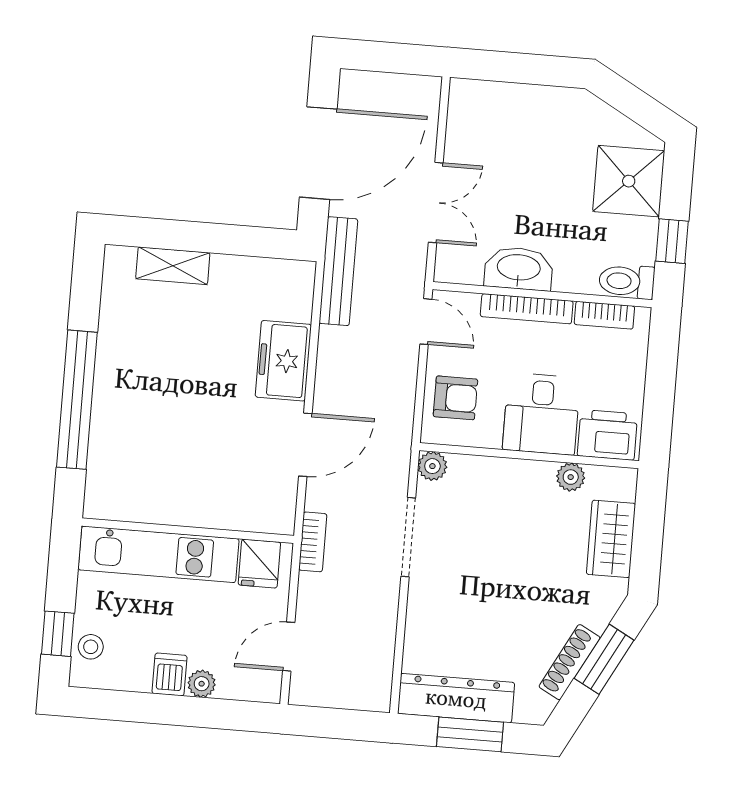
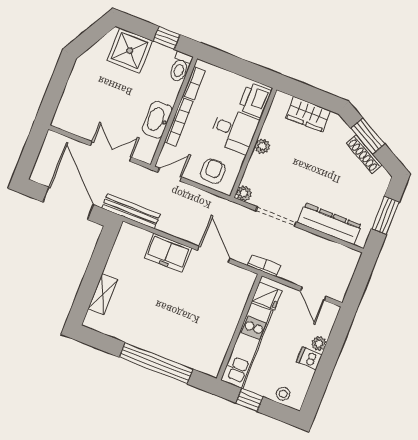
plant: (571, 477) -> (262, 146), moved
window: (58, 634) -> (249, 400), moved
dresser: (456, 698) -> (330, 224), moved, turned 90

